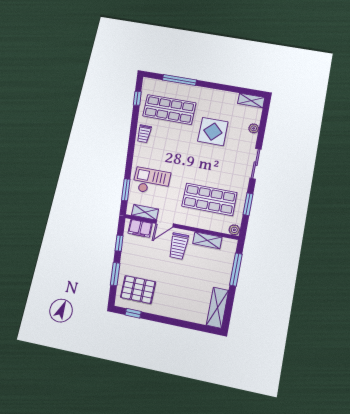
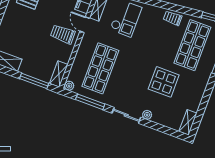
plant: (254, 128) -> (147, 115), moved
window: (248, 204) -> (90, 102), width x1.44
shelving: (207, 240) -> (59, 74), moved

